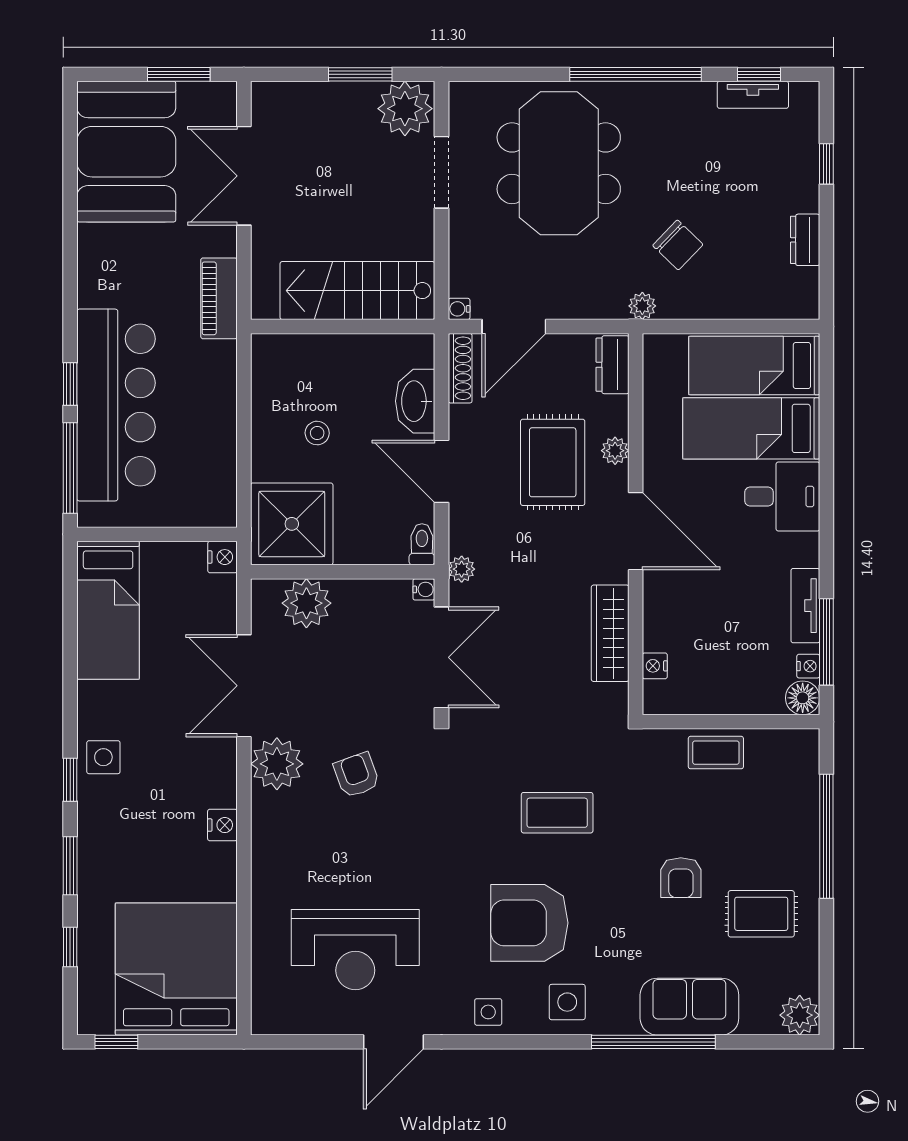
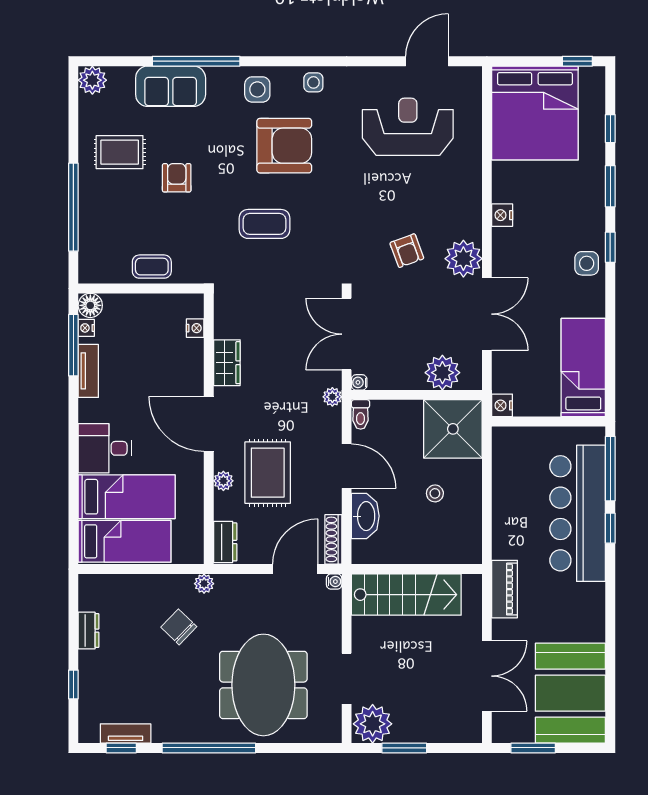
wardrobe: (610, 633) -> (227, 363), width x0.67
door: (393, 1042) -> (427, 61), moved

